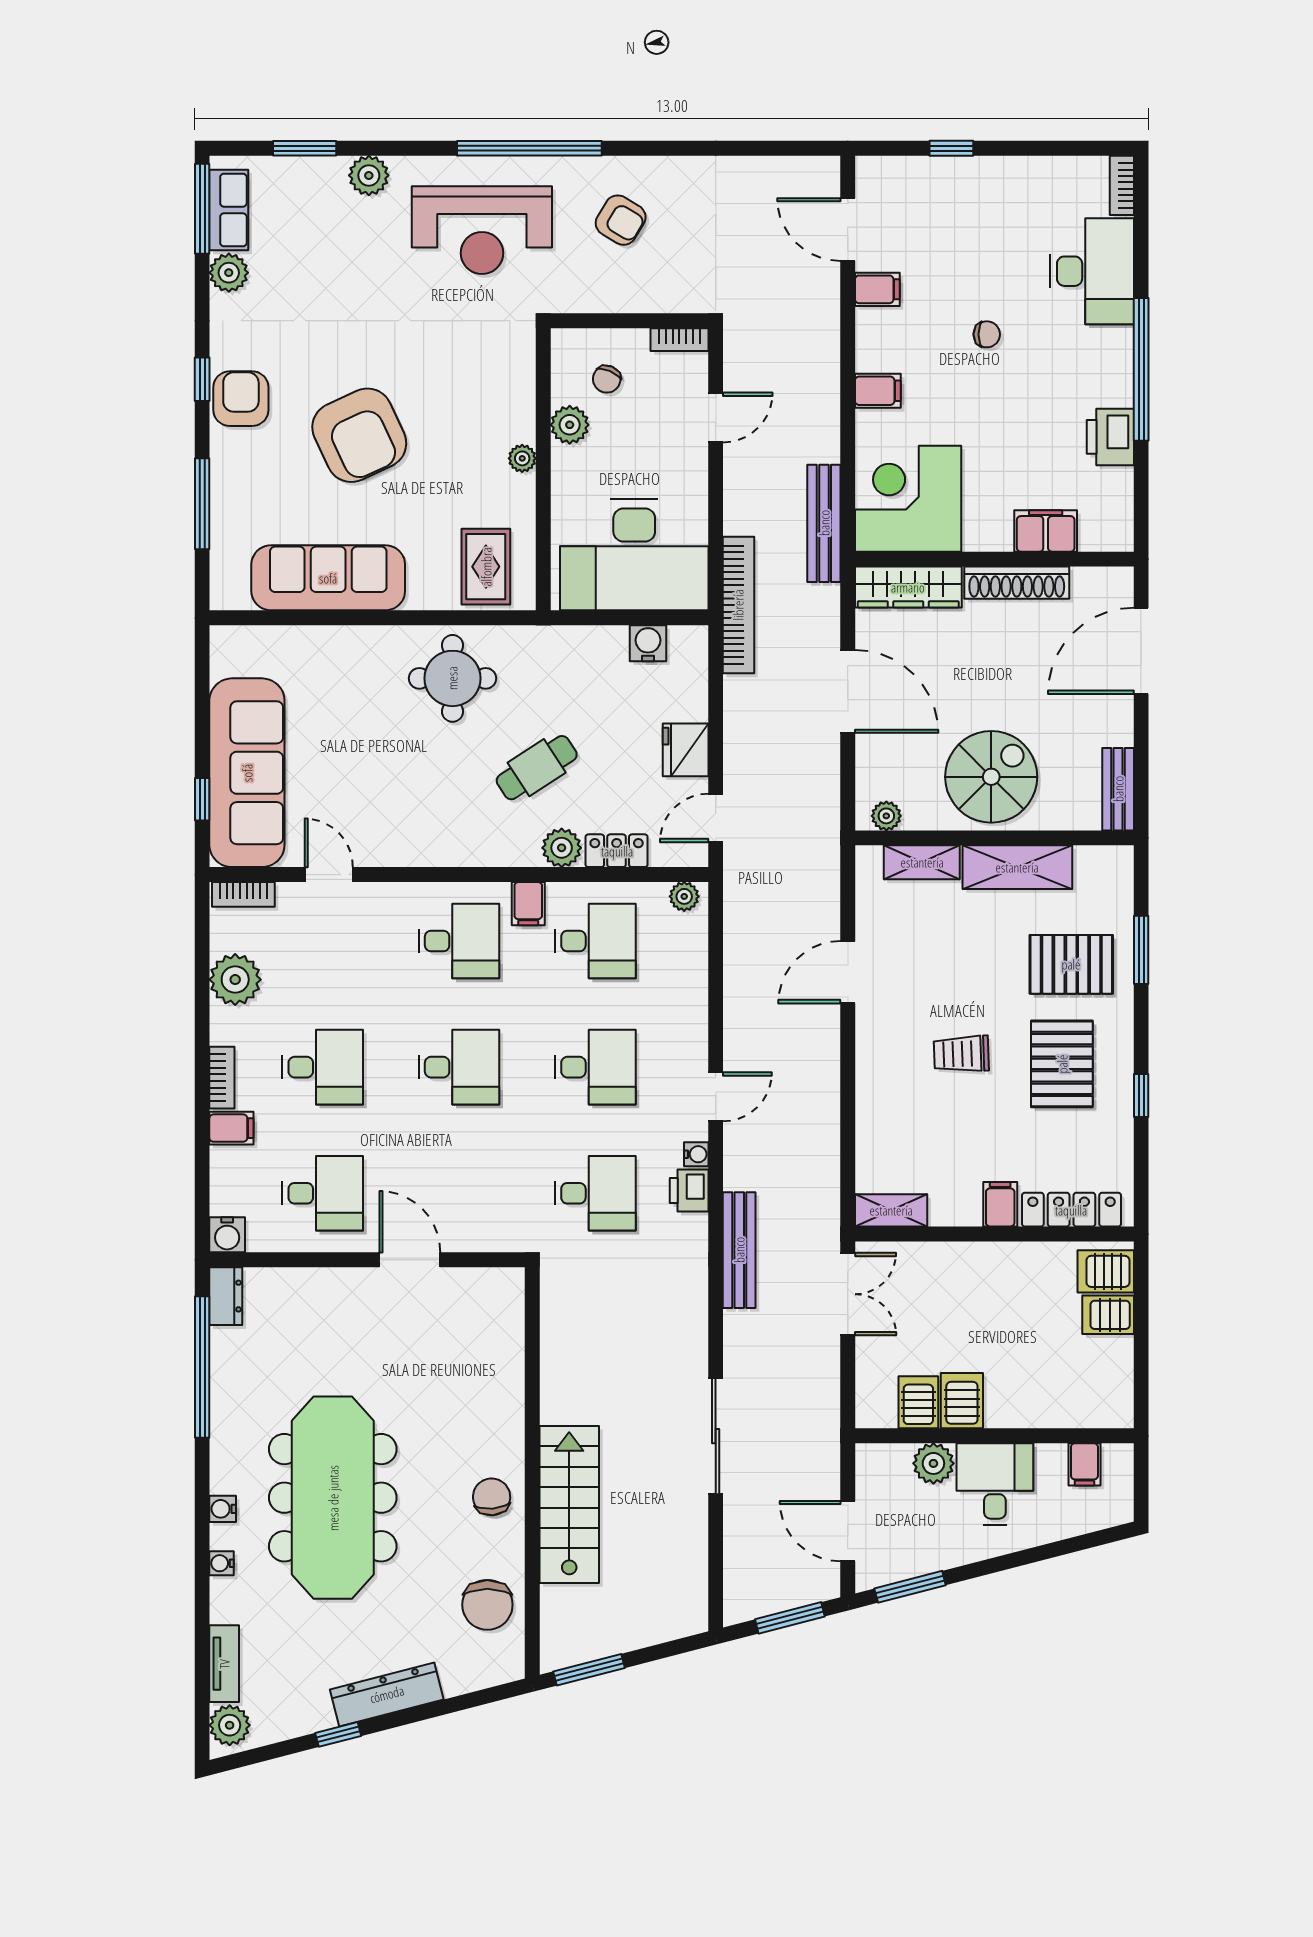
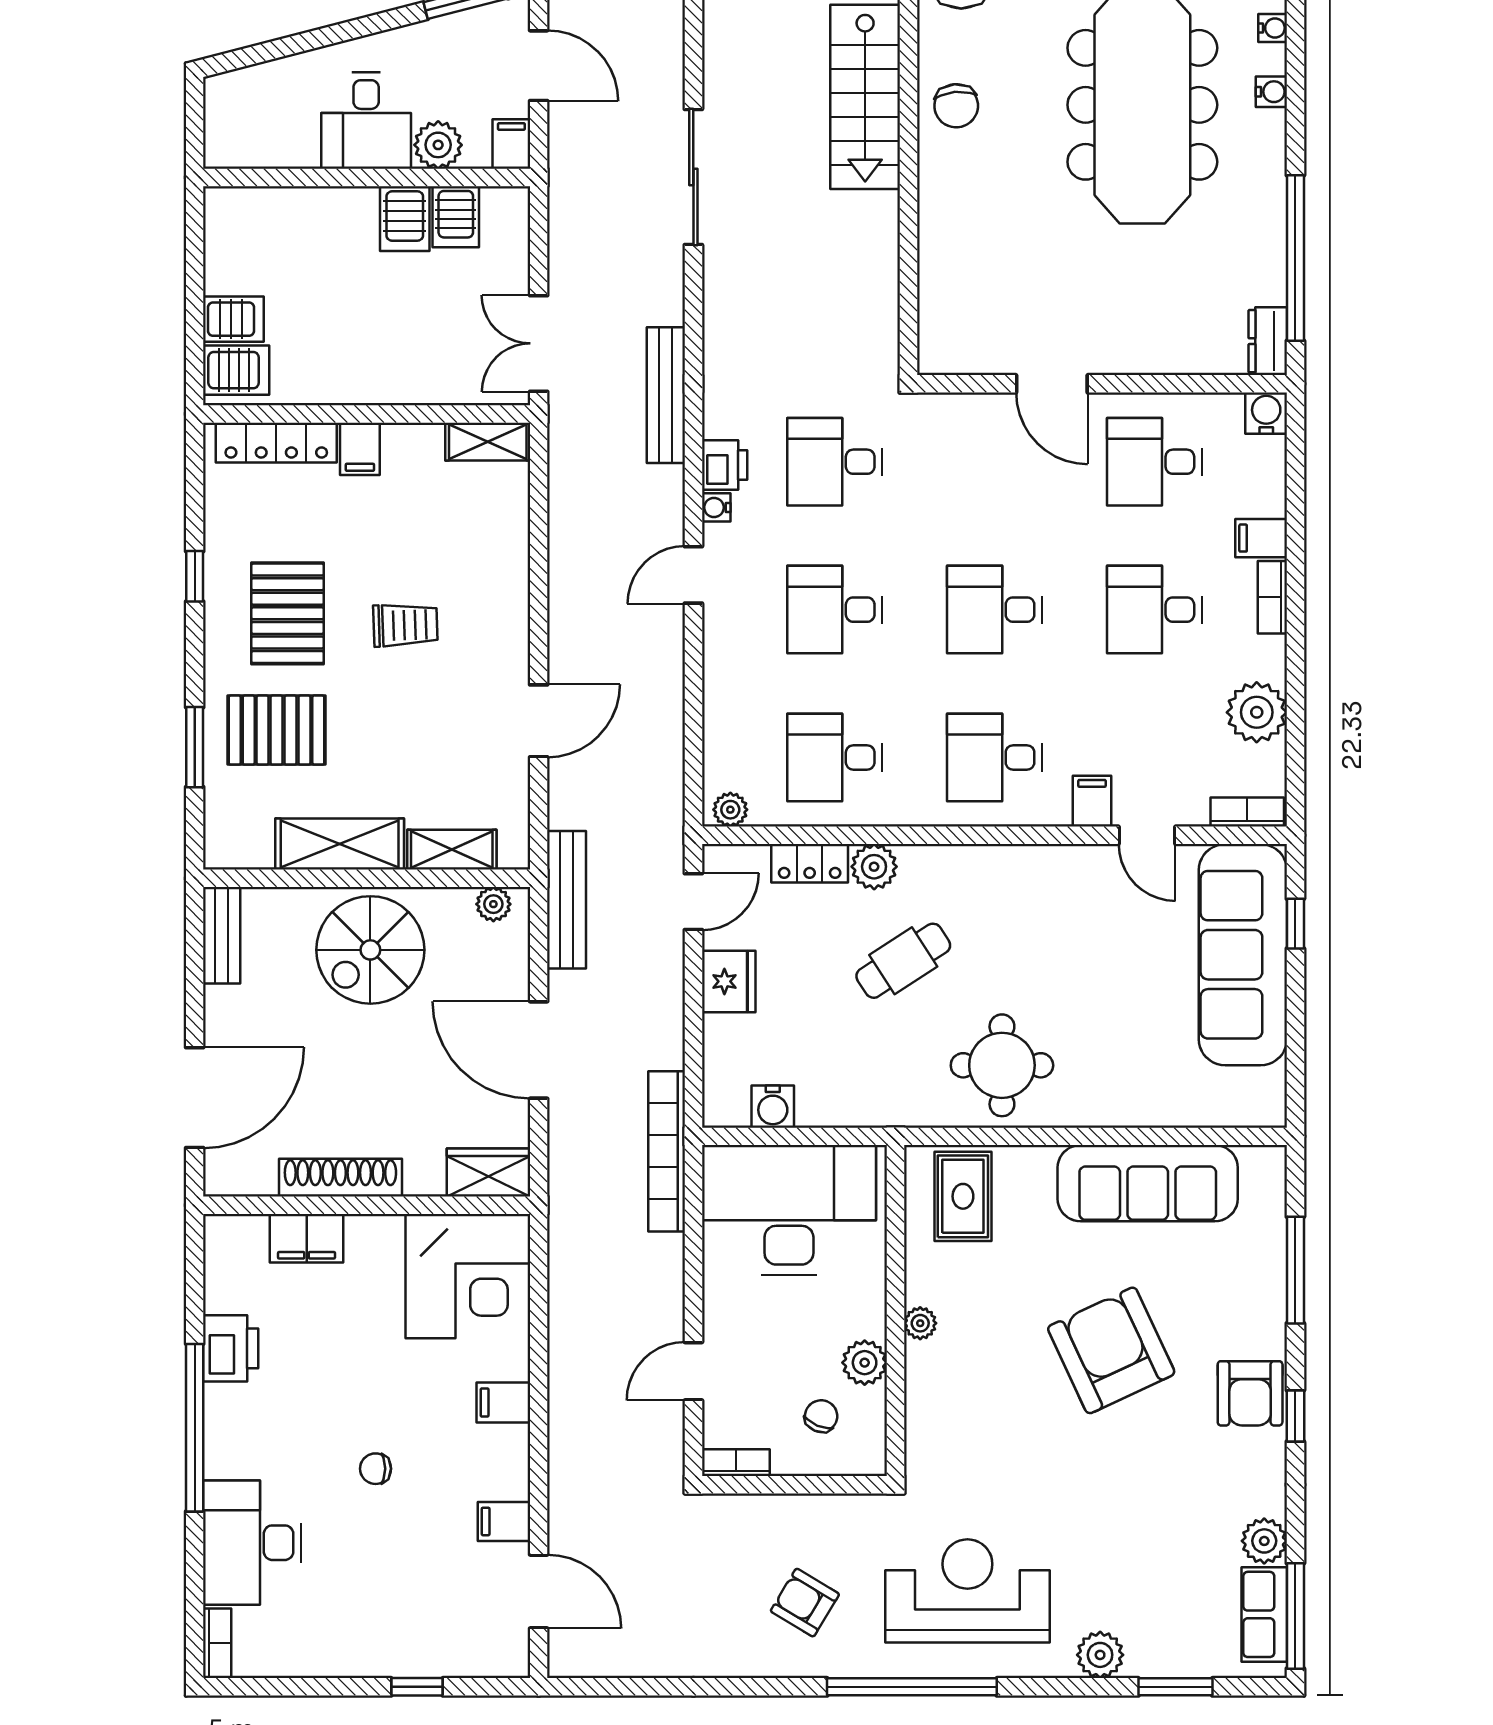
bench: (824, 523) -> (567, 900), moved
wardrobe: (908, 587) -> (488, 1172), width x0.67
filing cabinet: (528, 904) -> (1092, 801), moved
filing cabinet: (1084, 1464) -> (511, 144), moved

